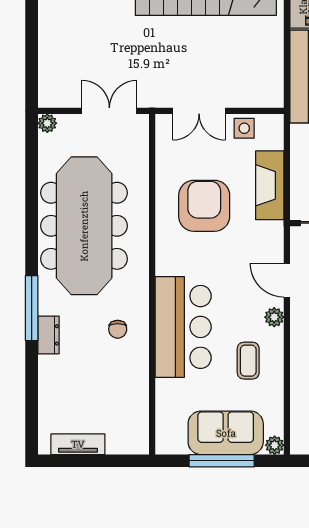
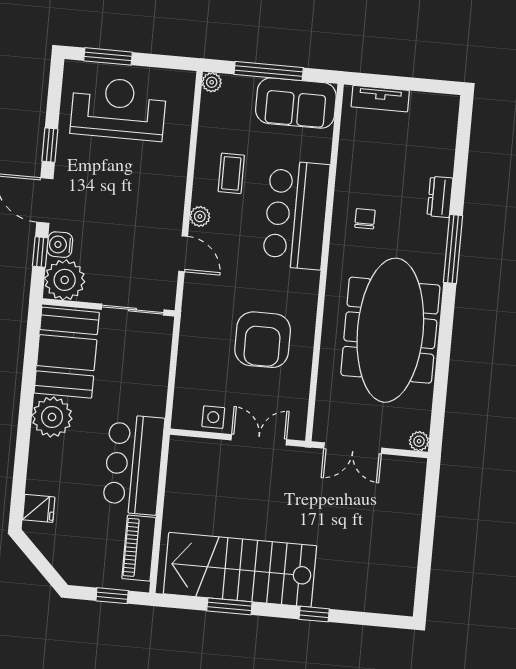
fireplace: (270, 185) -> (192, 355), removed
dresser: (49, 335) -> (440, 197), moved
sofa: (226, 433) -> (296, 103), moved
tv unit: (78, 444) -> (380, 99), moved

